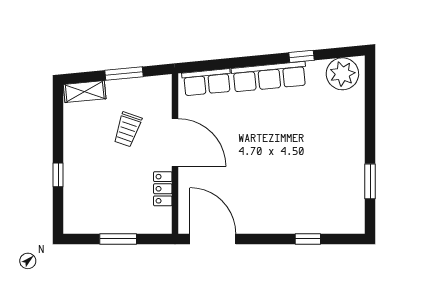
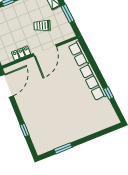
plant: (342, 74) -> (108, 115), removed

